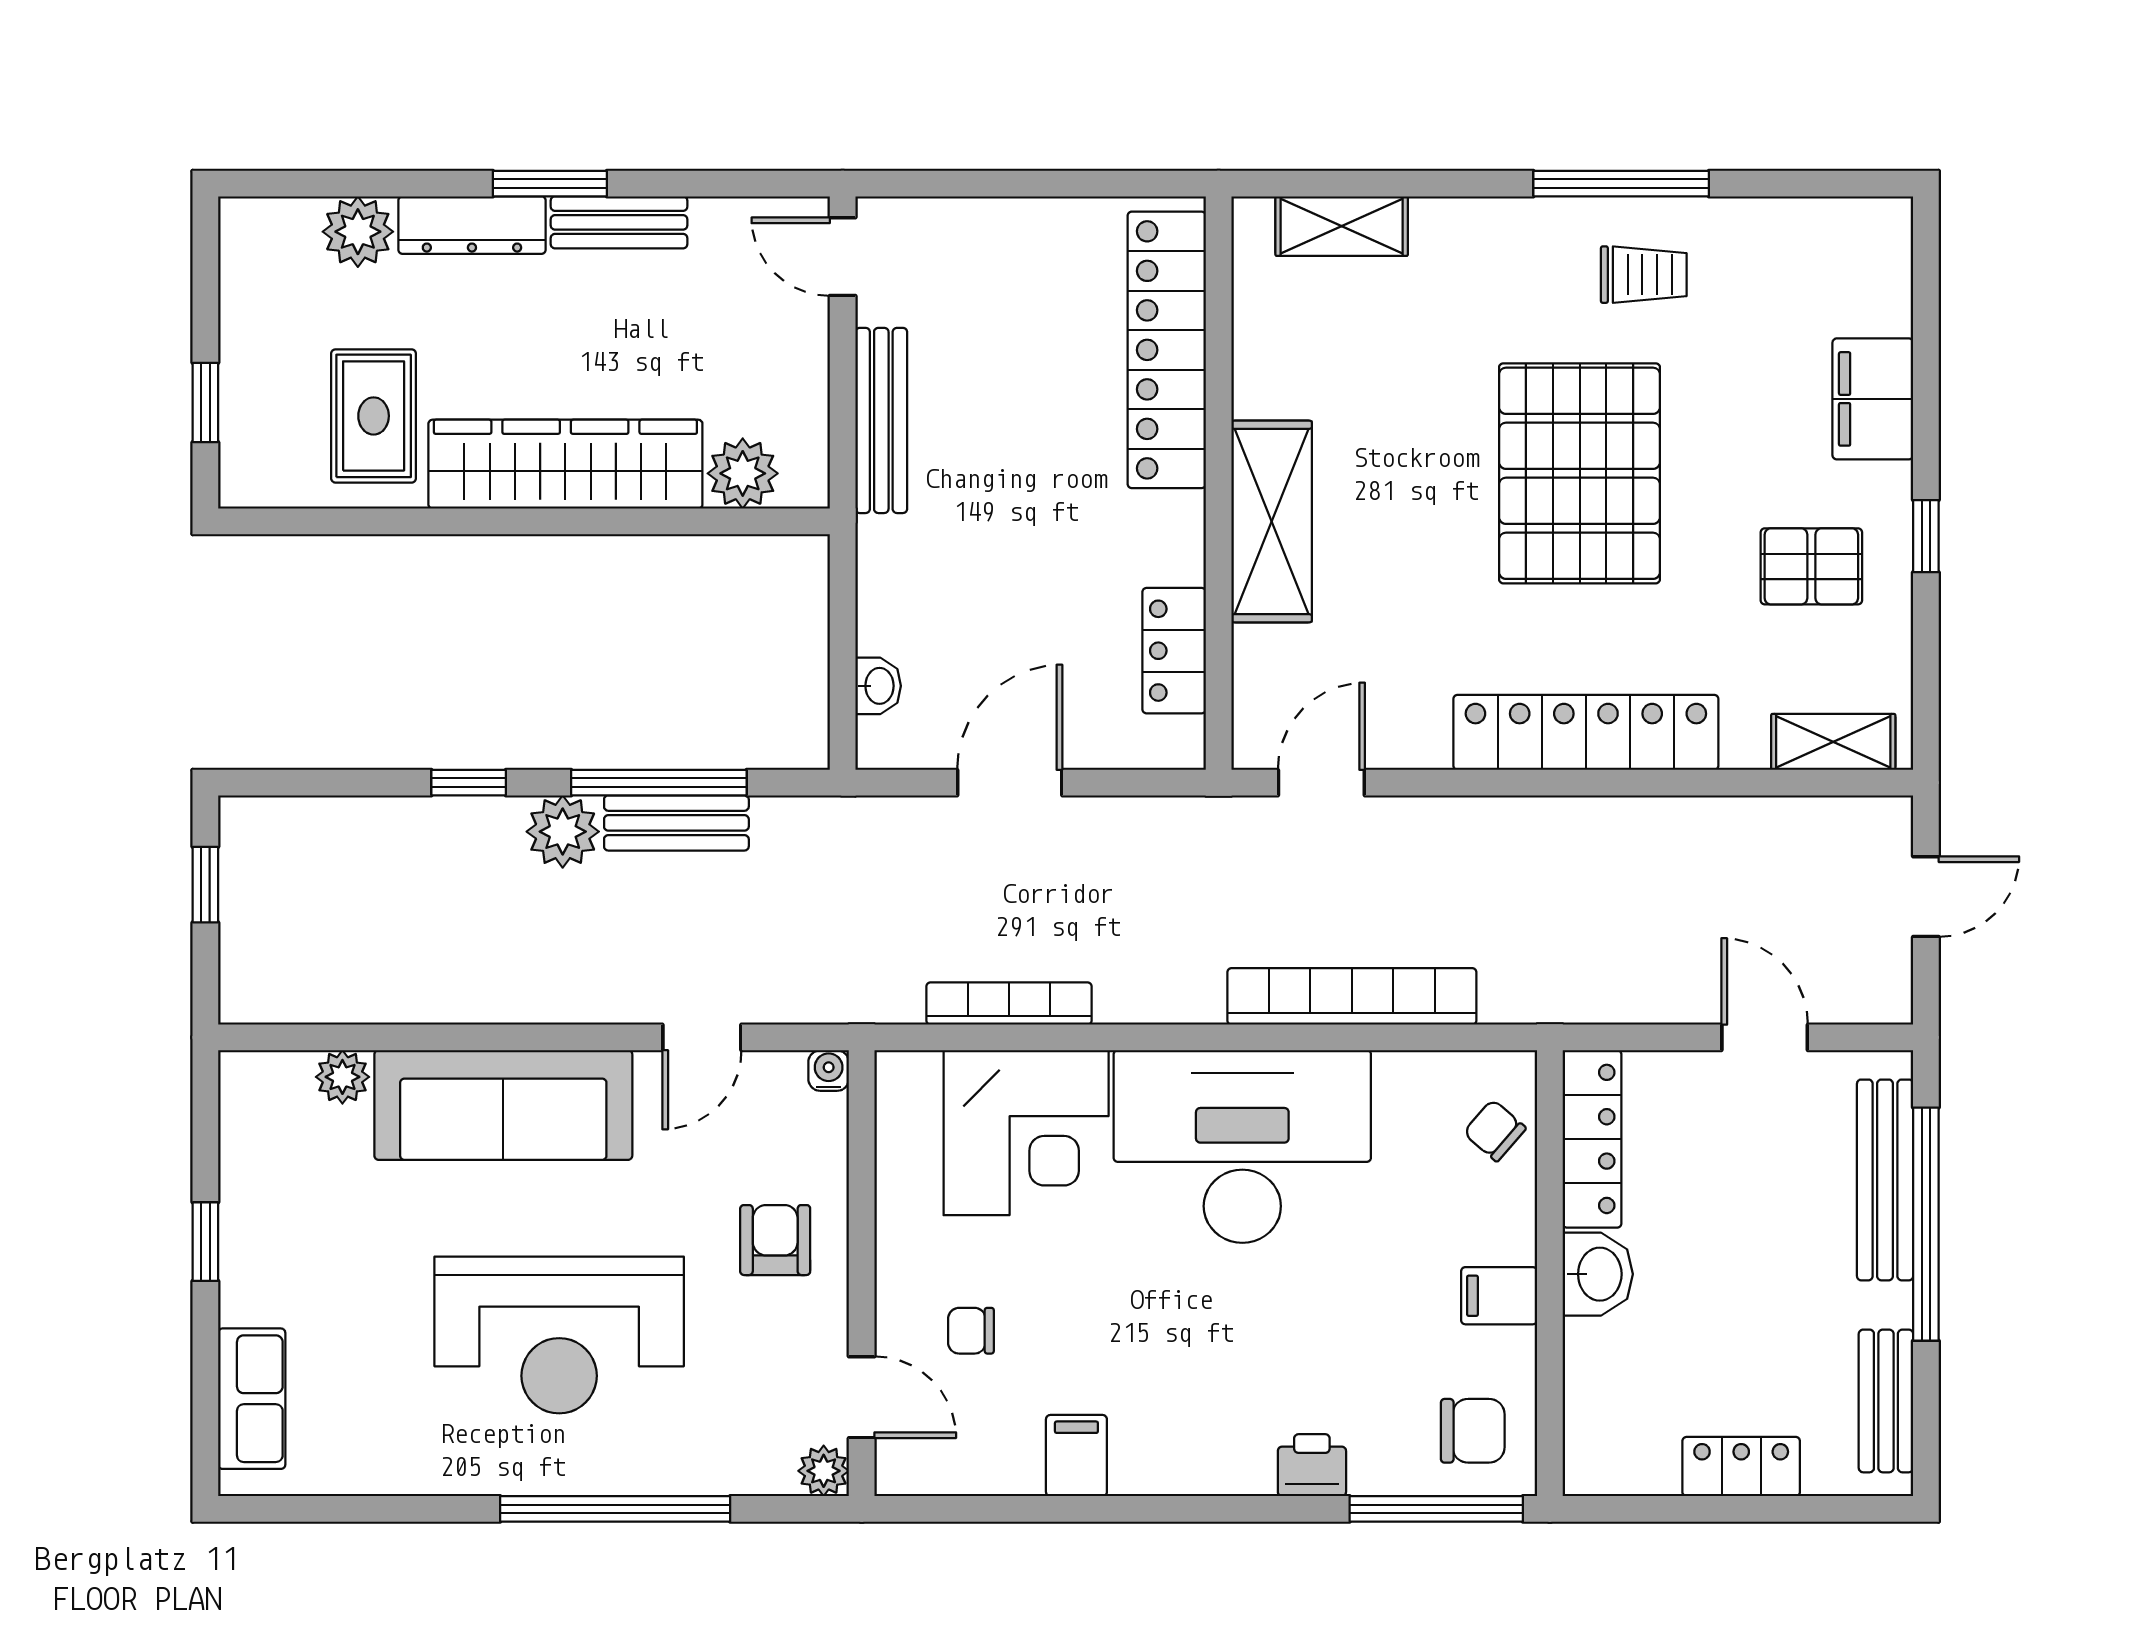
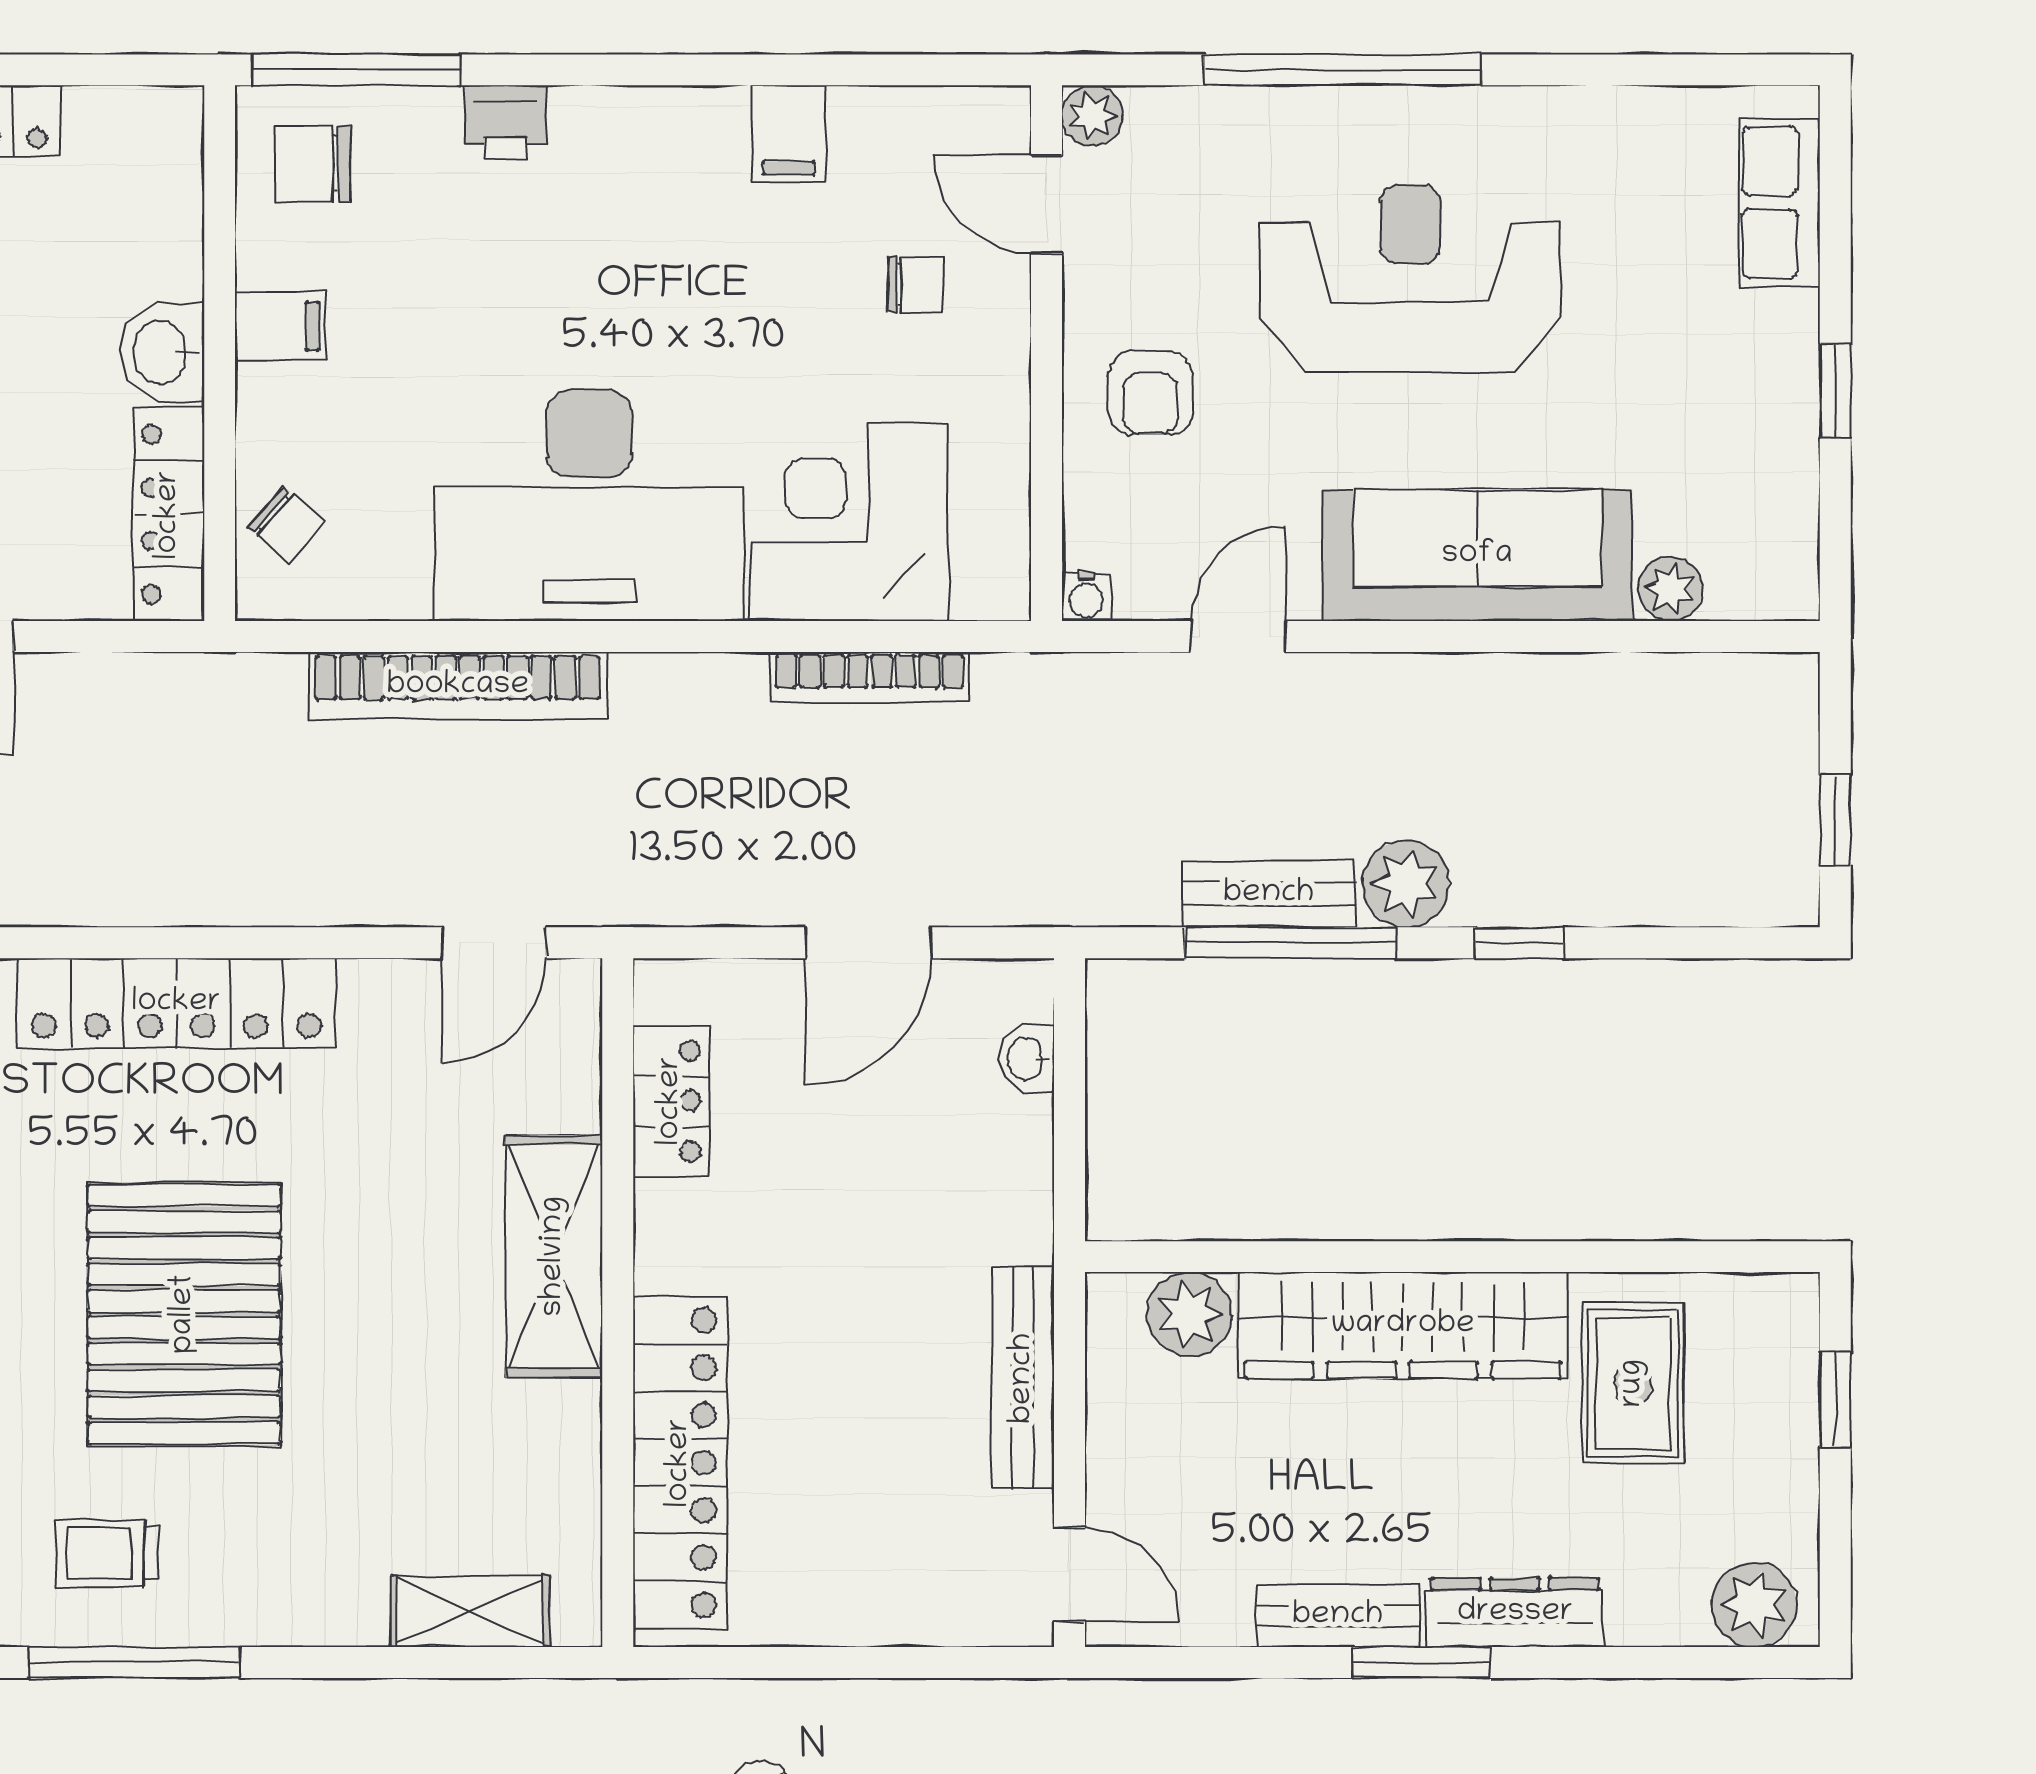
plant: (358, 232) -> (1754, 1605), moved

